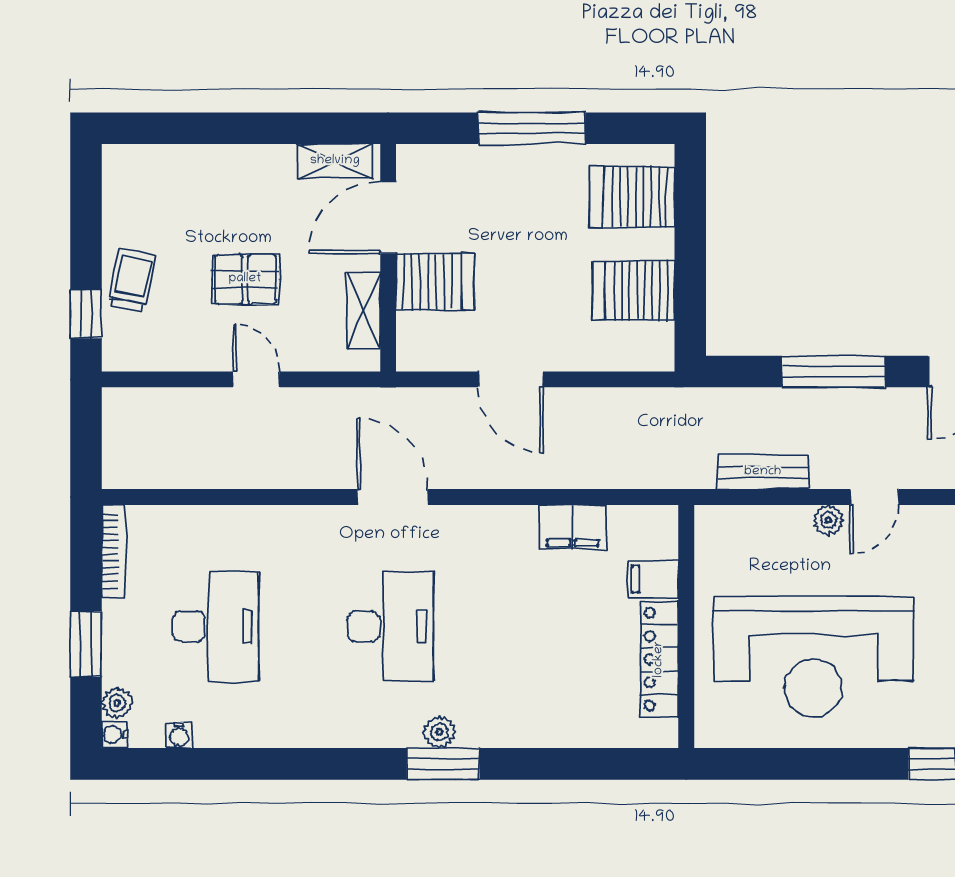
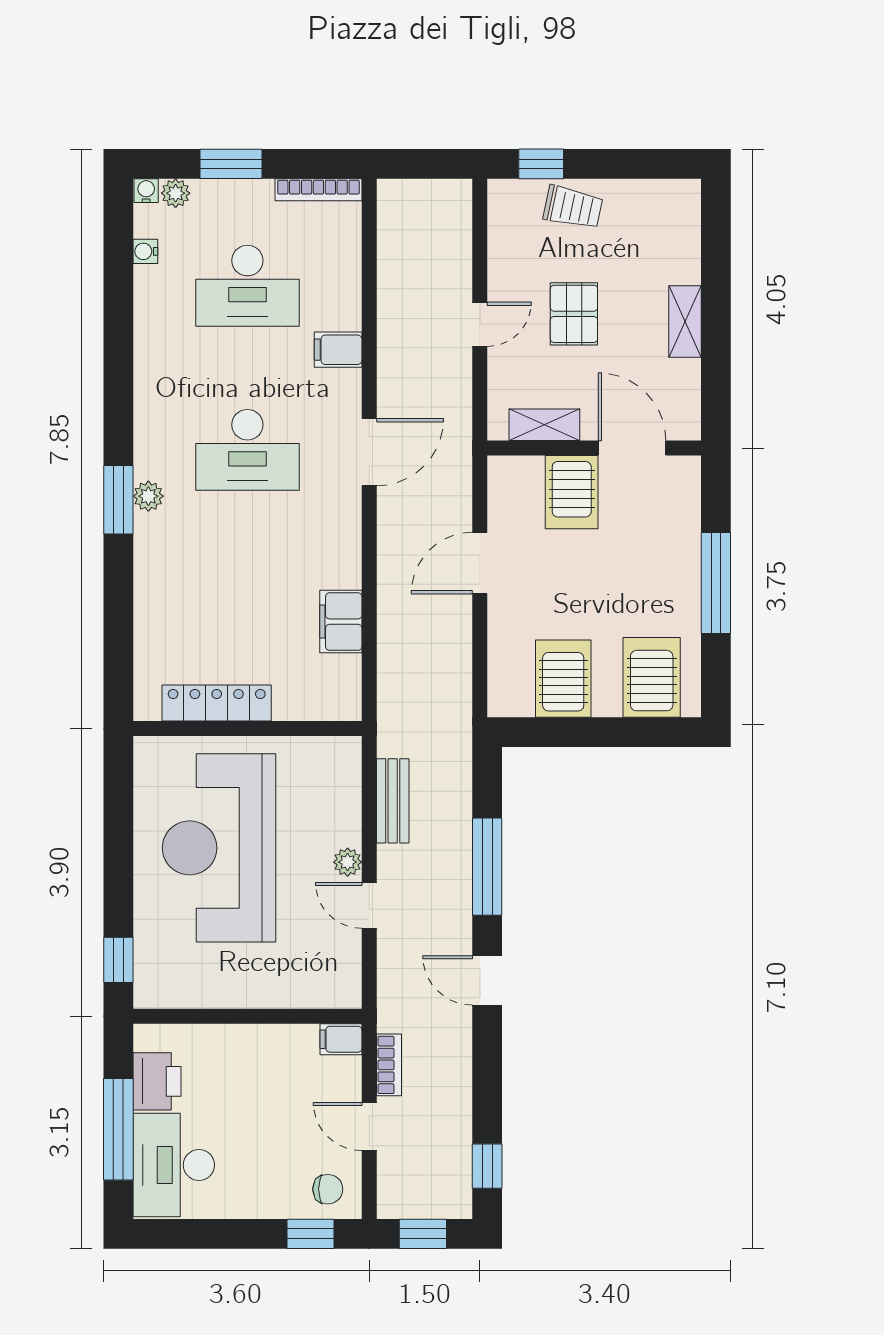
shelving: (335, 161) -> (685, 322), moved
filing cabinet: (653, 579) -> (338, 350), moved, turned -90

